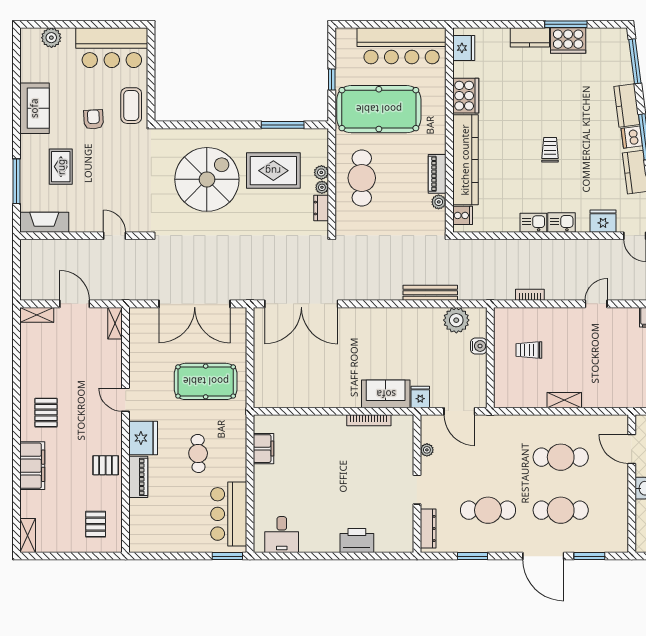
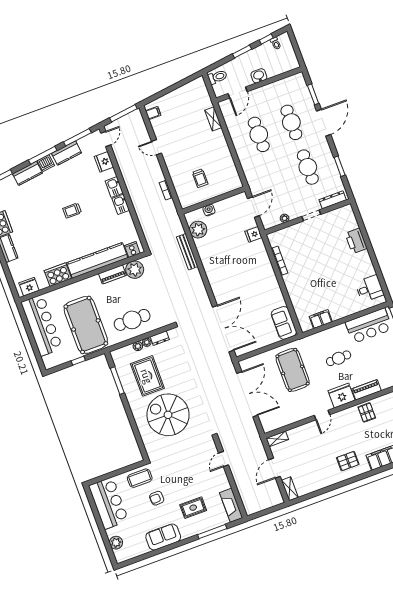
plant: (439, 202) -> (135, 270), width x1.88, depth x1.88
sofa: (386, 394) -> (284, 323), moved
shelving: (564, 400) -> (213, 119), moved

